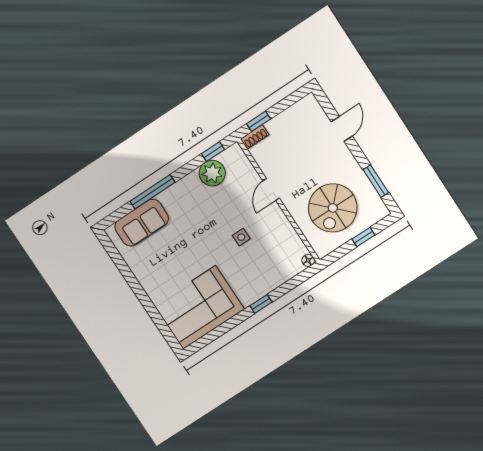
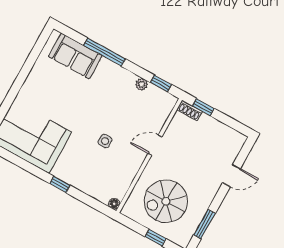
plant: (212, 173) -> (142, 84), width x0.53, depth x0.53

